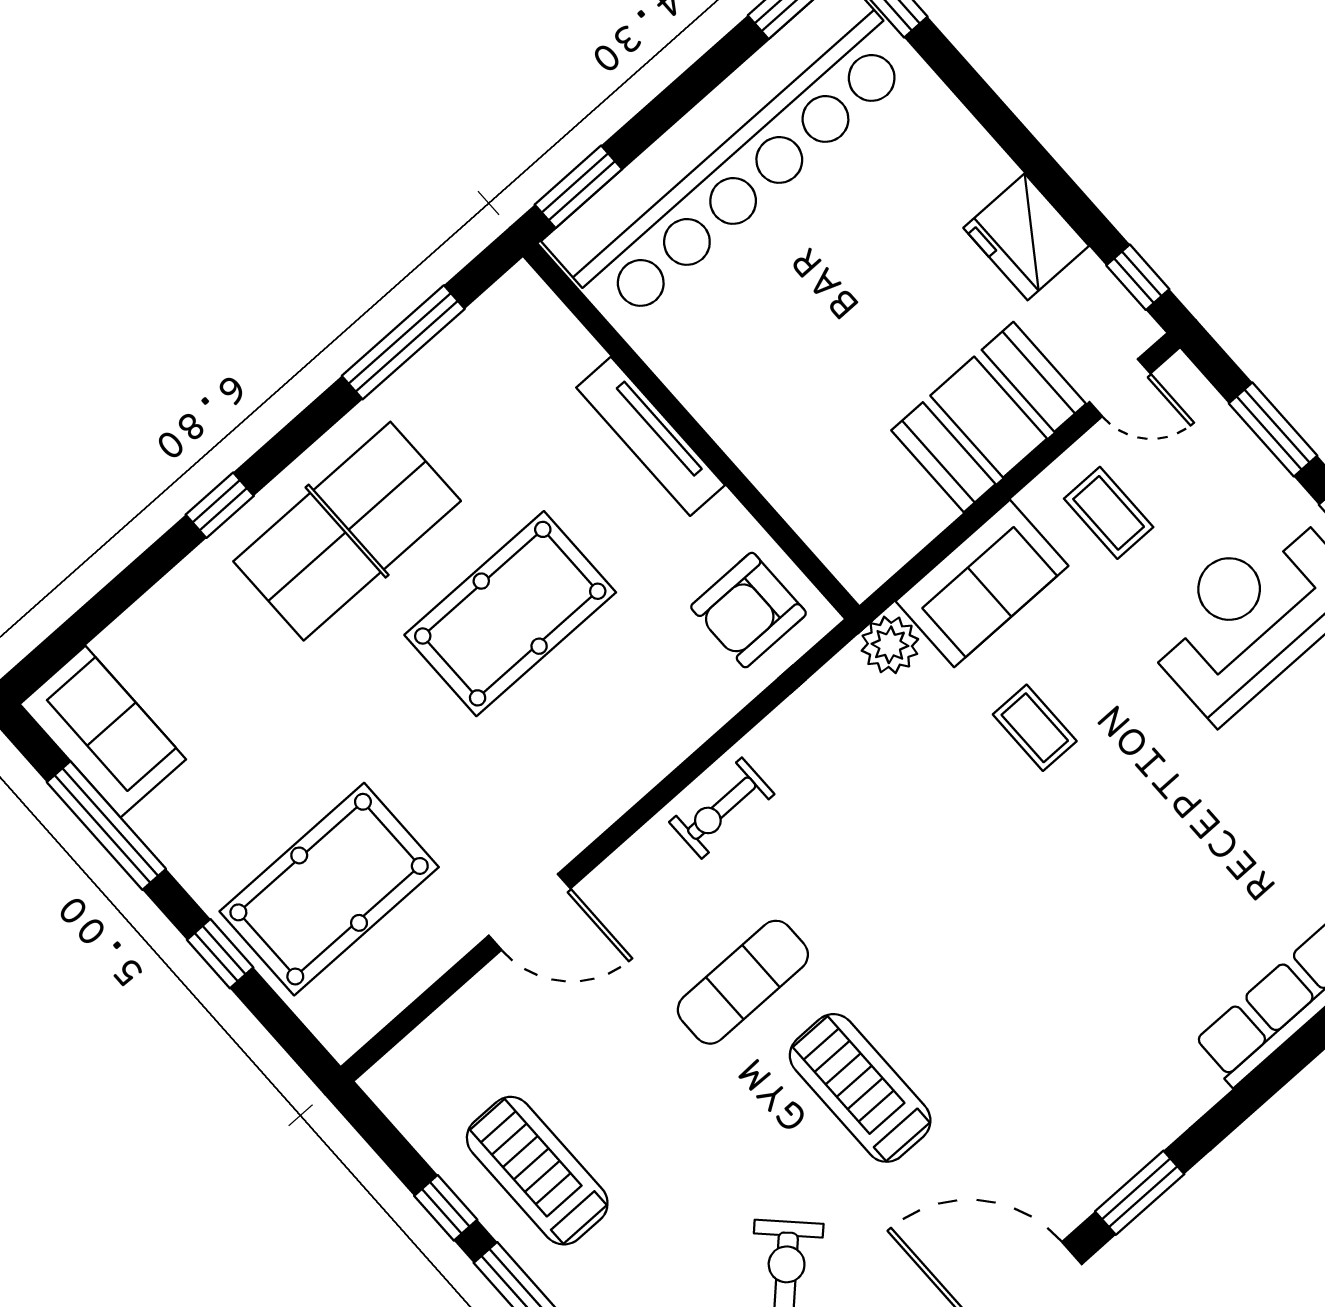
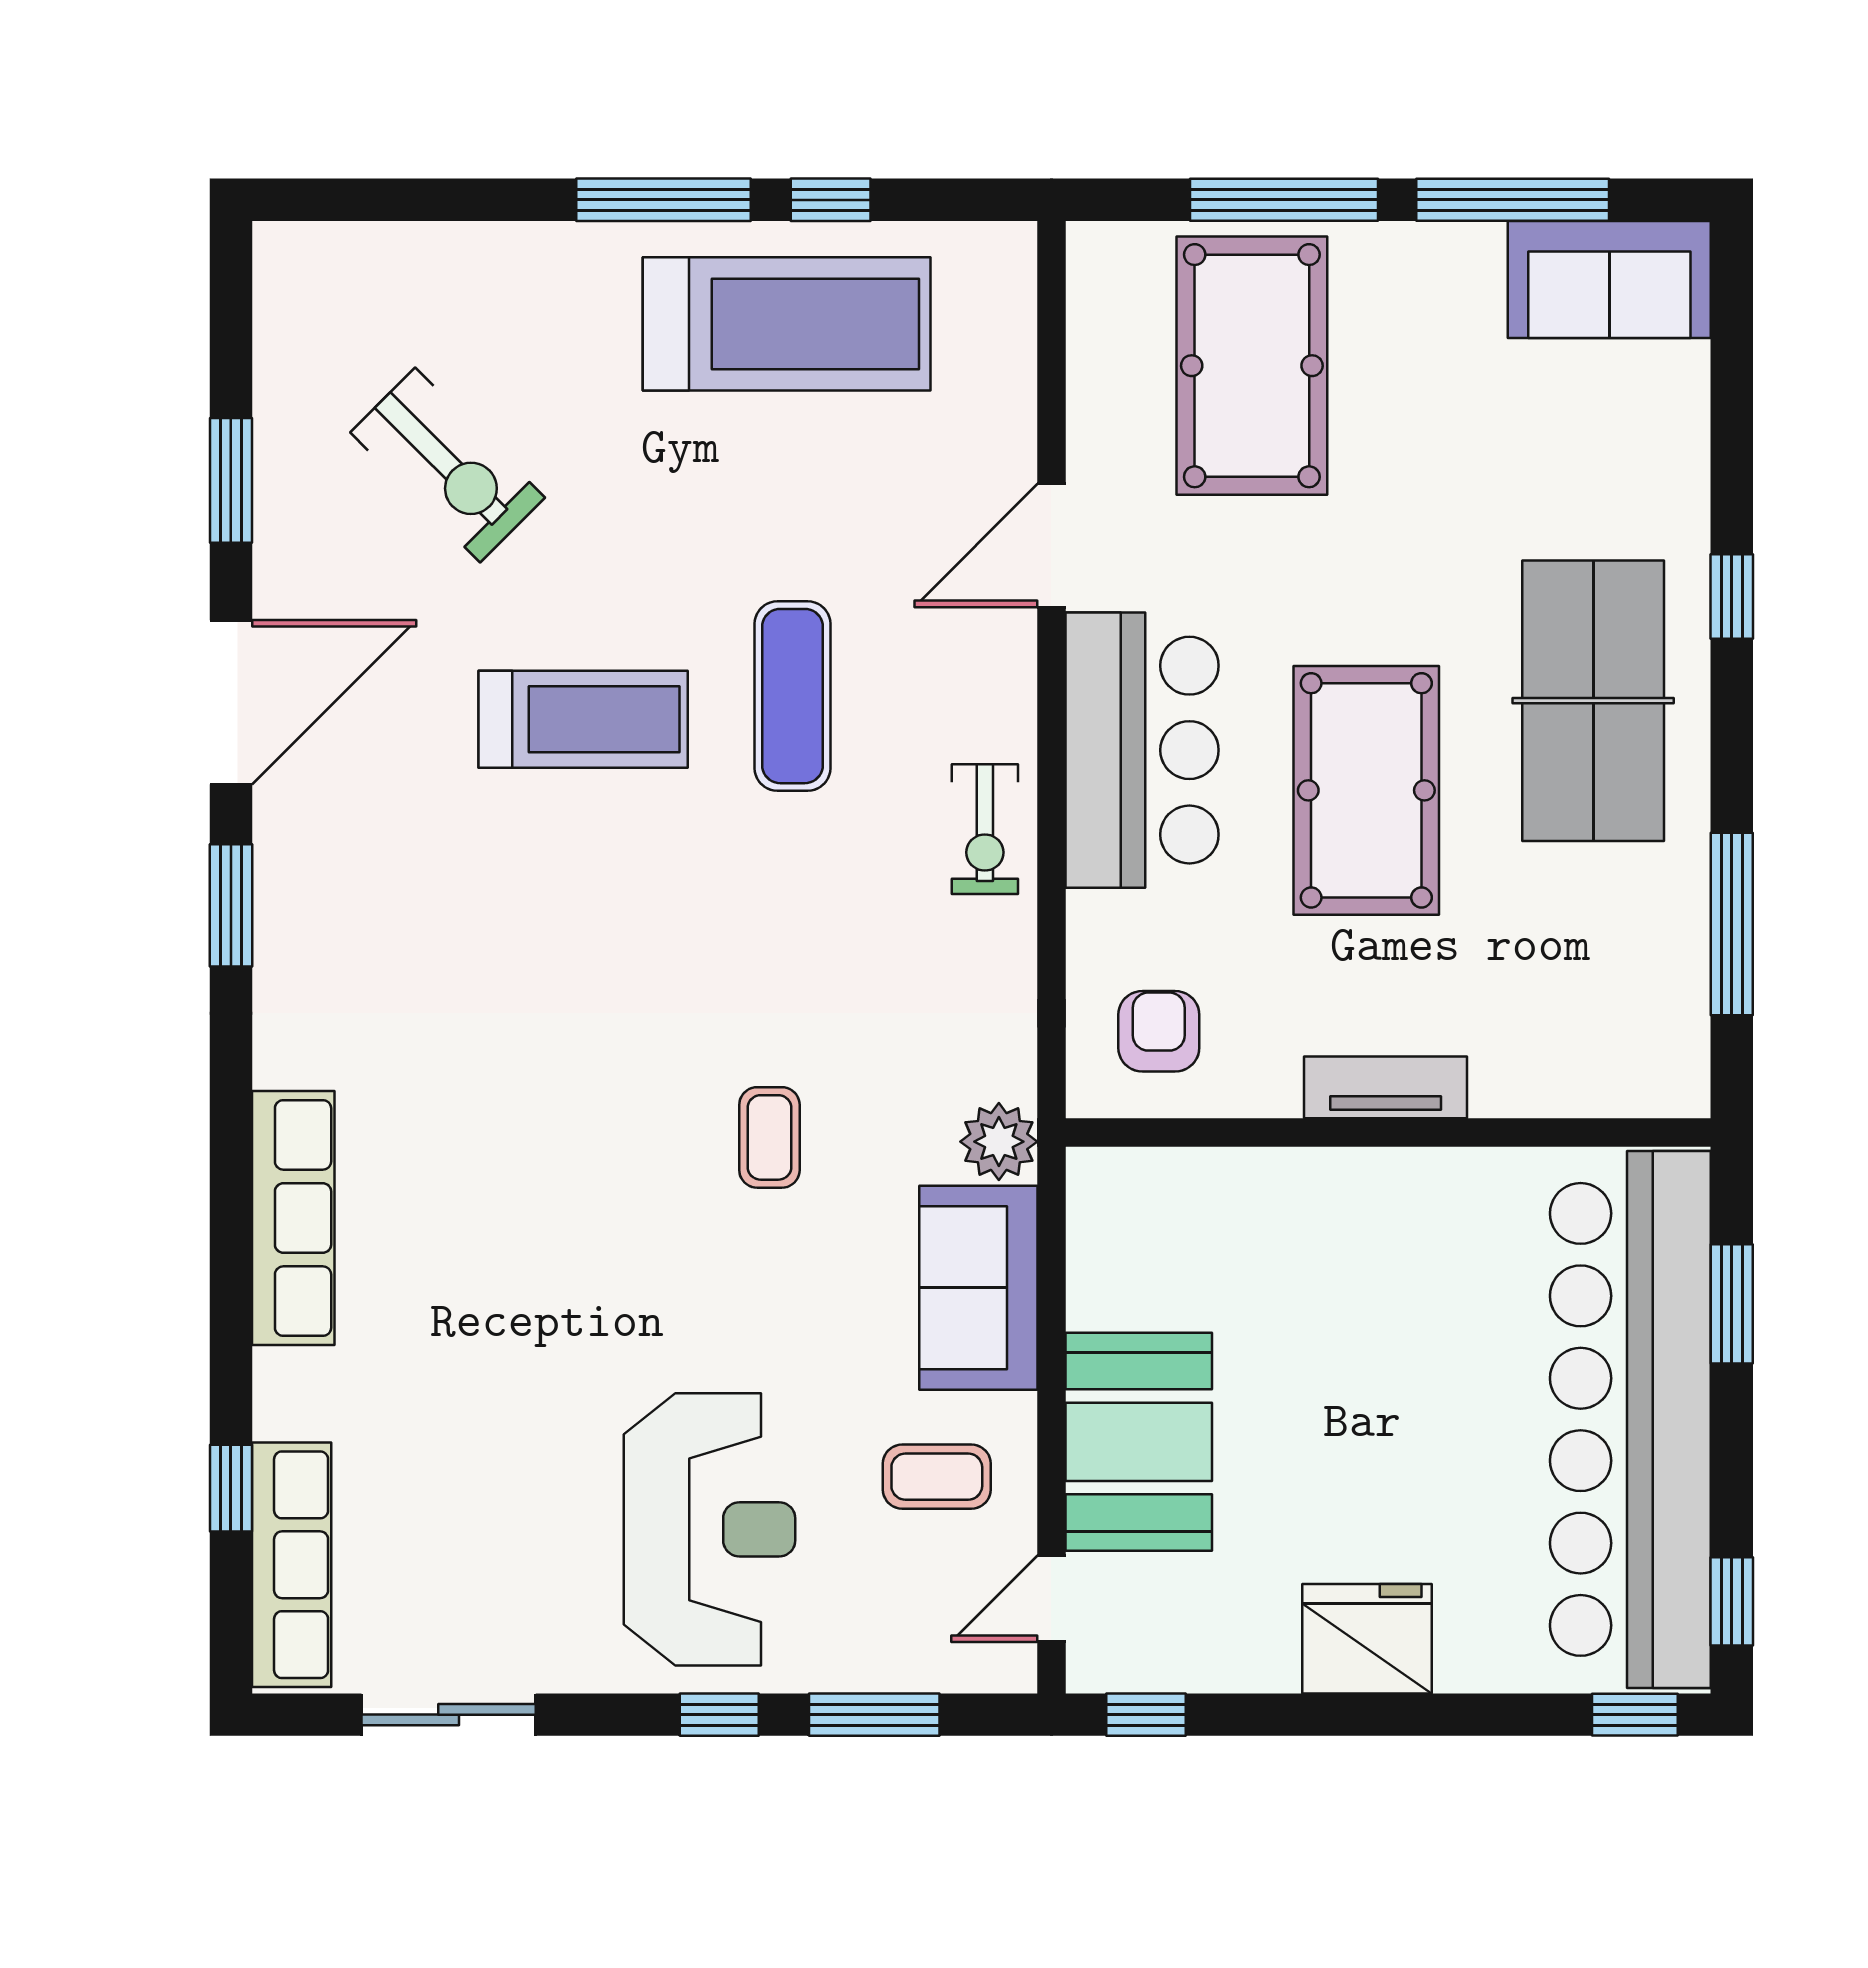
window: (578, 187) -> (1732, 1304), moved
fridge: (1026, 237) -> (1367, 1639), moved
tv unit: (651, 436) -> (1386, 1087), width x0.71
armchair: (749, 610) -> (1159, 1031), width x0.72, depth x0.72
coffee table: (1035, 728) -> (769, 1137), moved, turned 90
bar counter: (599, 759) -> (1142, 750), added
exercise bike: (722, 808) -> (985, 829), turned 180
window: (220, 954) -> (1284, 200), width x2.17
treadmill: (537, 1171) -> (787, 324), width x1.37, depth x1.38

